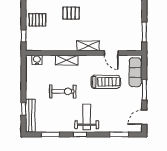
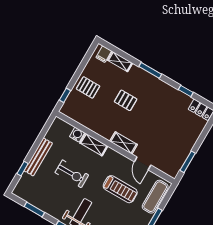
water cooler: (37, 60) -> (77, 135), moved
bench: (30, 116) -> (38, 157), moved

